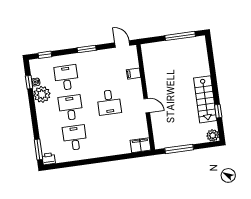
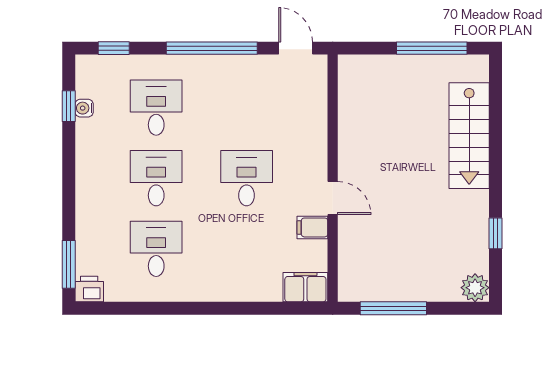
window: (87, 49) -> (212, 48), width x2.11
filing cabinet: (134, 74) -> (312, 227), moved
plant: (42, 94) -> (95, 139), removed
stairs: (205, 99) -> (469, 136), moved
desk: (109, 102) -> (247, 178), turned 180

